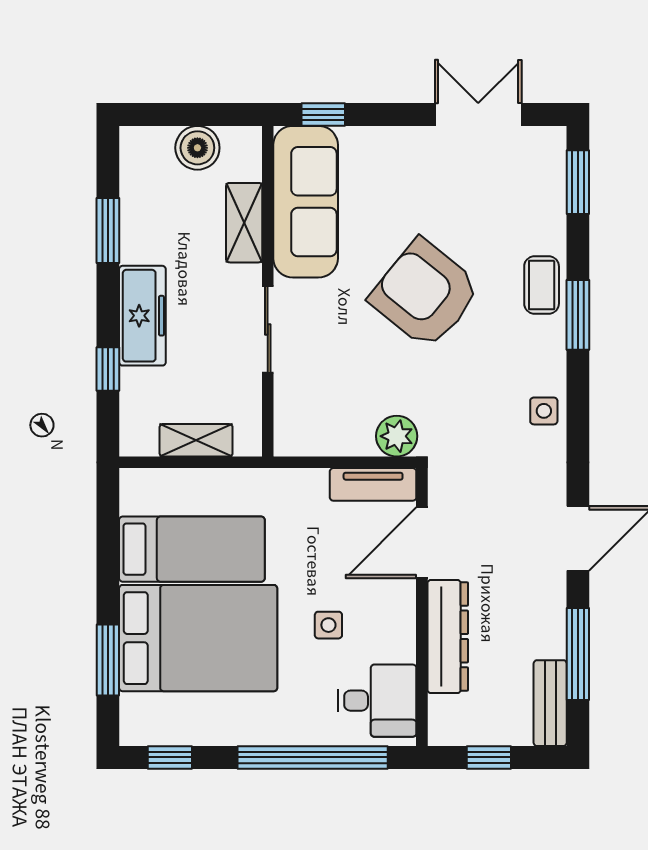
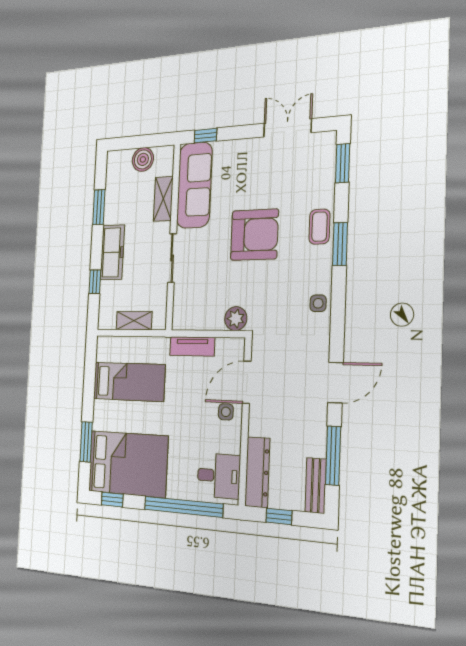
armchair: (425, 294) -> (254, 235), turned 141
tv unit: (373, 484) -> (192, 346), moved
side table: (328, 625) -> (226, 412), moved
dresser: (448, 637) -> (257, 472), moved
bed: (198, 638) -> (128, 464), moved

